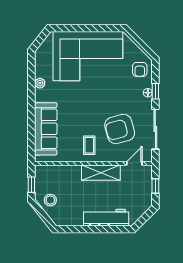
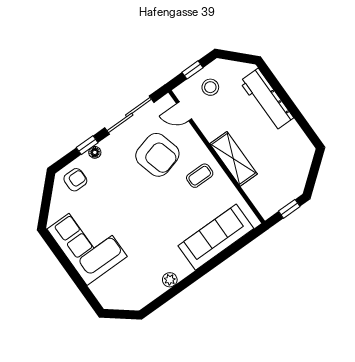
corner sofa: (88, 56) -> (87, 243), width x0.73, depth x0.74
shelving: (101, 173) -> (233, 159), moved
stool: (50, 200) -> (210, 87), moved

